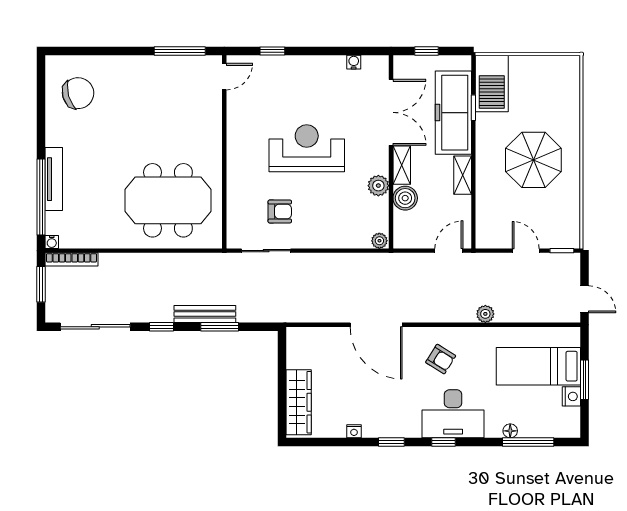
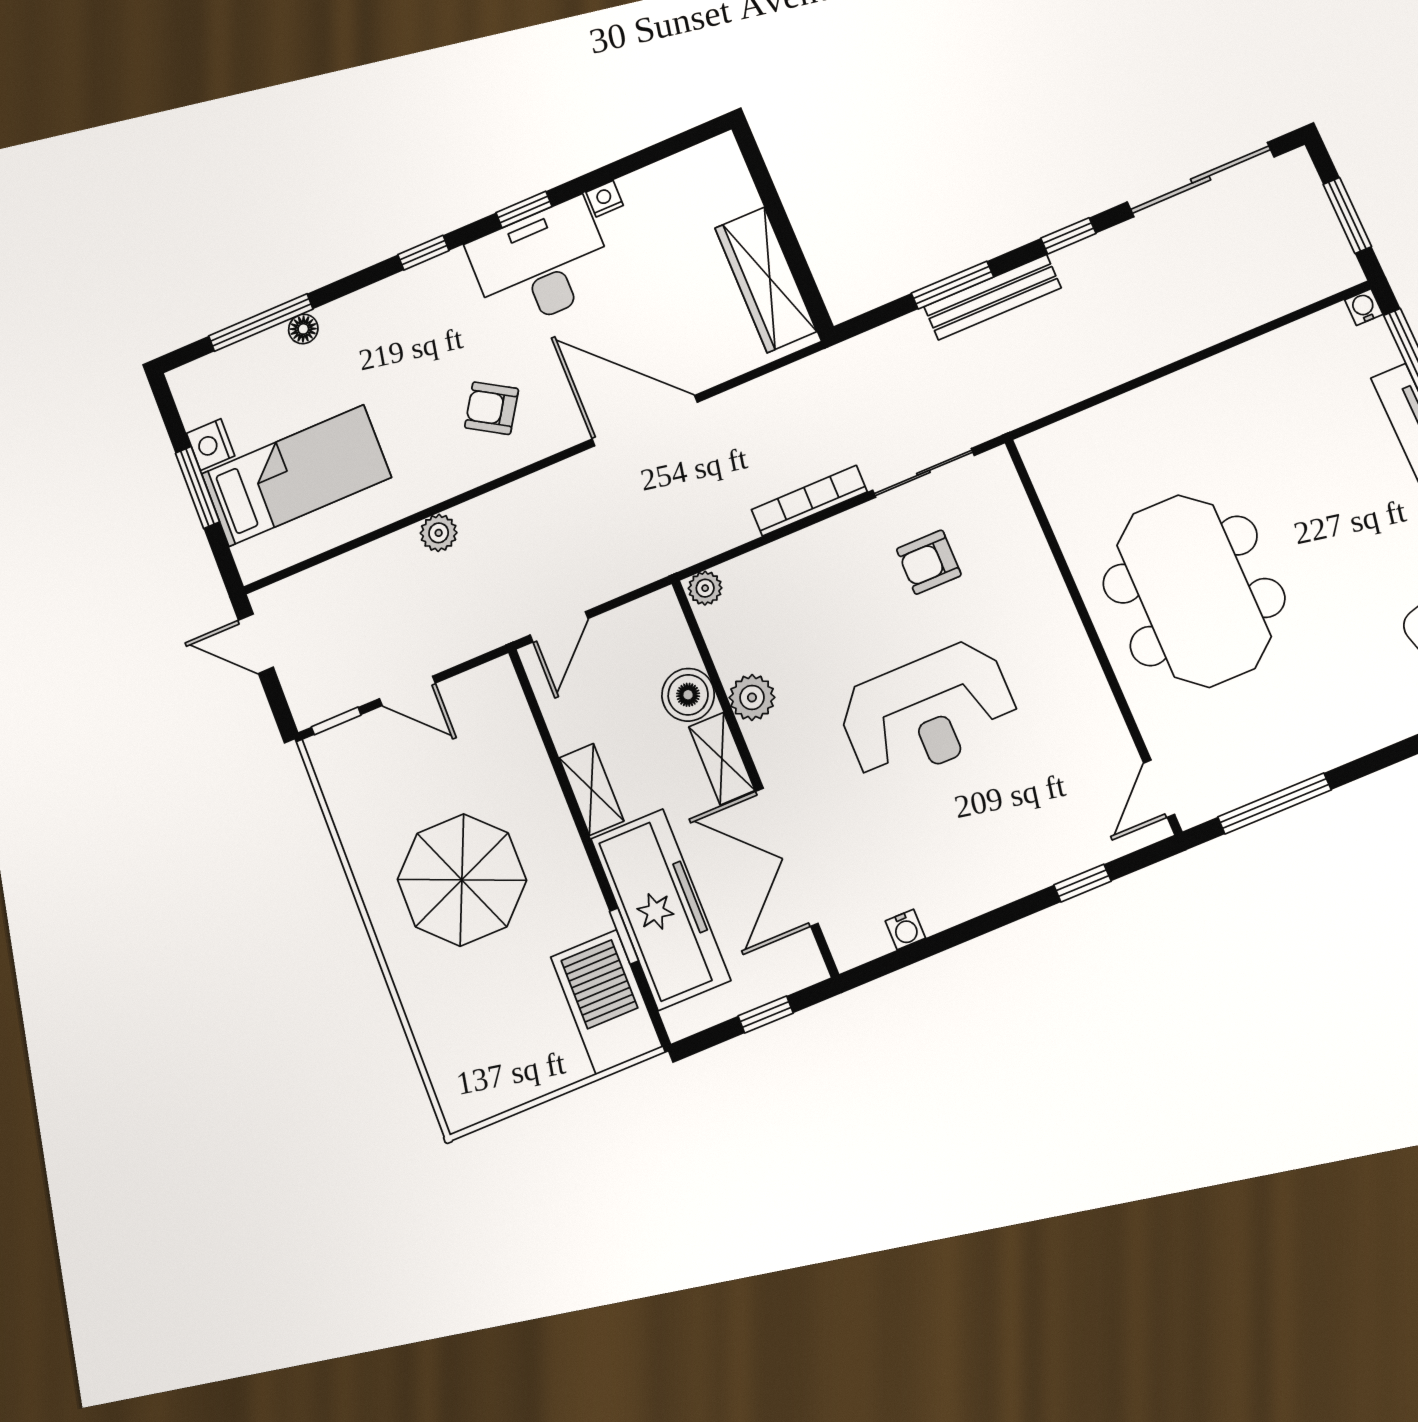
meeting table: (168, 200) -> (1194, 591), moved, turned 90
bookcase: (72, 259) -> (809, 501), moved
wardrobe: (299, 402) -> (766, 280), moved
desk: (453, 414) -> (541, 265), moved

